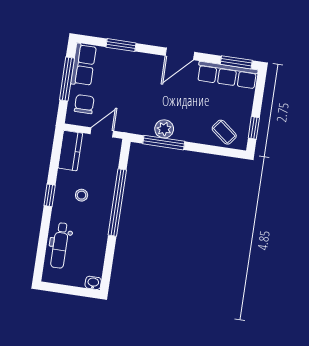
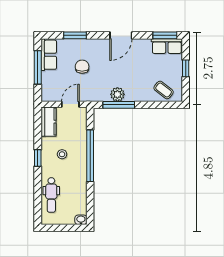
row of seats: (227, 75) -> (167, 46), width x0.68
chair: (84, 104) -> (82, 67), moved
window: (254, 128) -> (186, 68), moved

